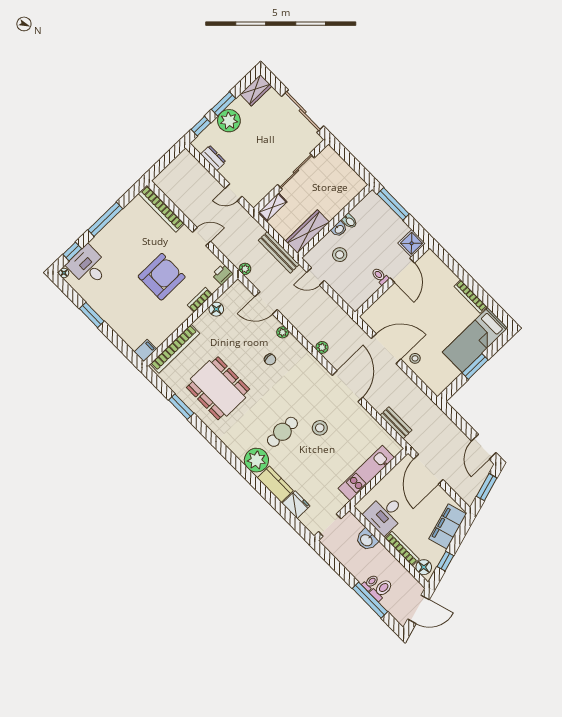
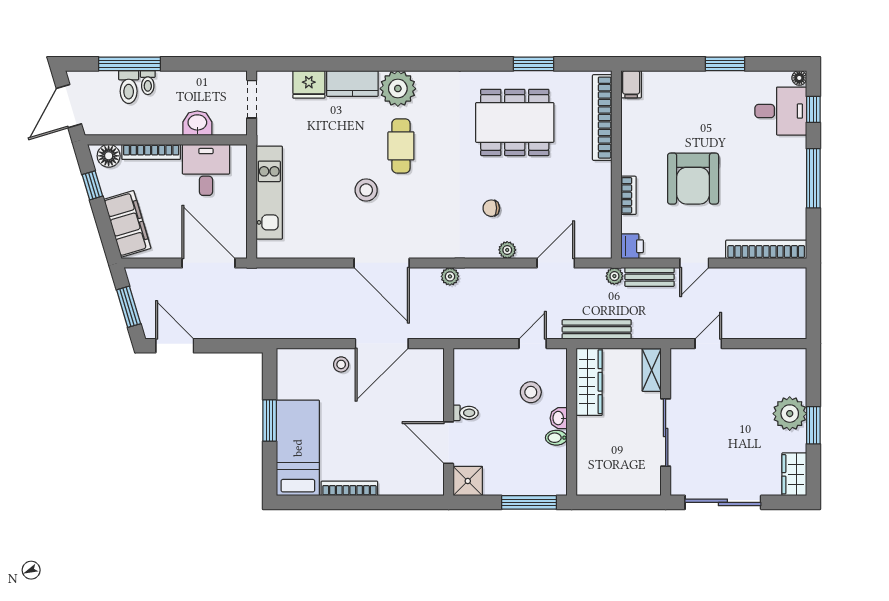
window: (201, 126) -> (813, 378), removed
dresser: (213, 158) -> (766, 358), removed
floor lamp: (216, 309) -> (601, 203), removed
bench: (396, 423) -> (649, 277), moved

